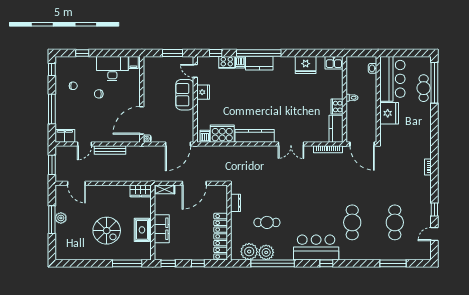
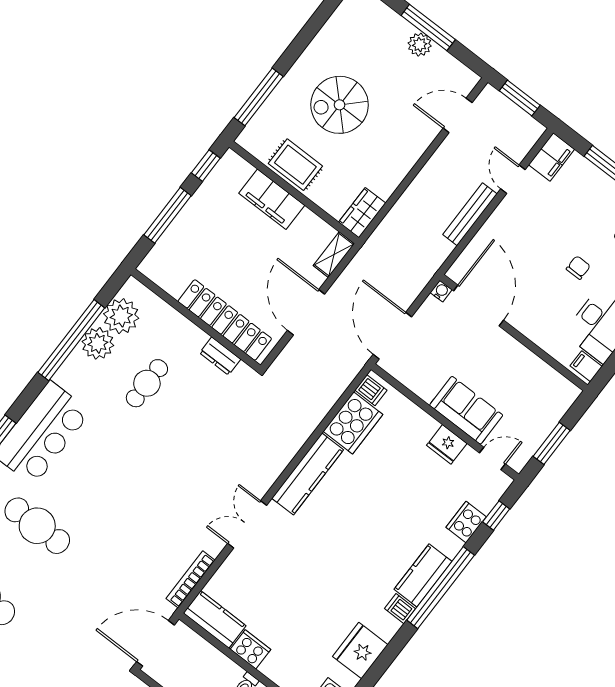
dishwasher: (240, 62) -> (400, 609), moved
locker: (221, 236) -> (225, 320), moved
window: (198, 263) -> (168, 215), width x2.17

